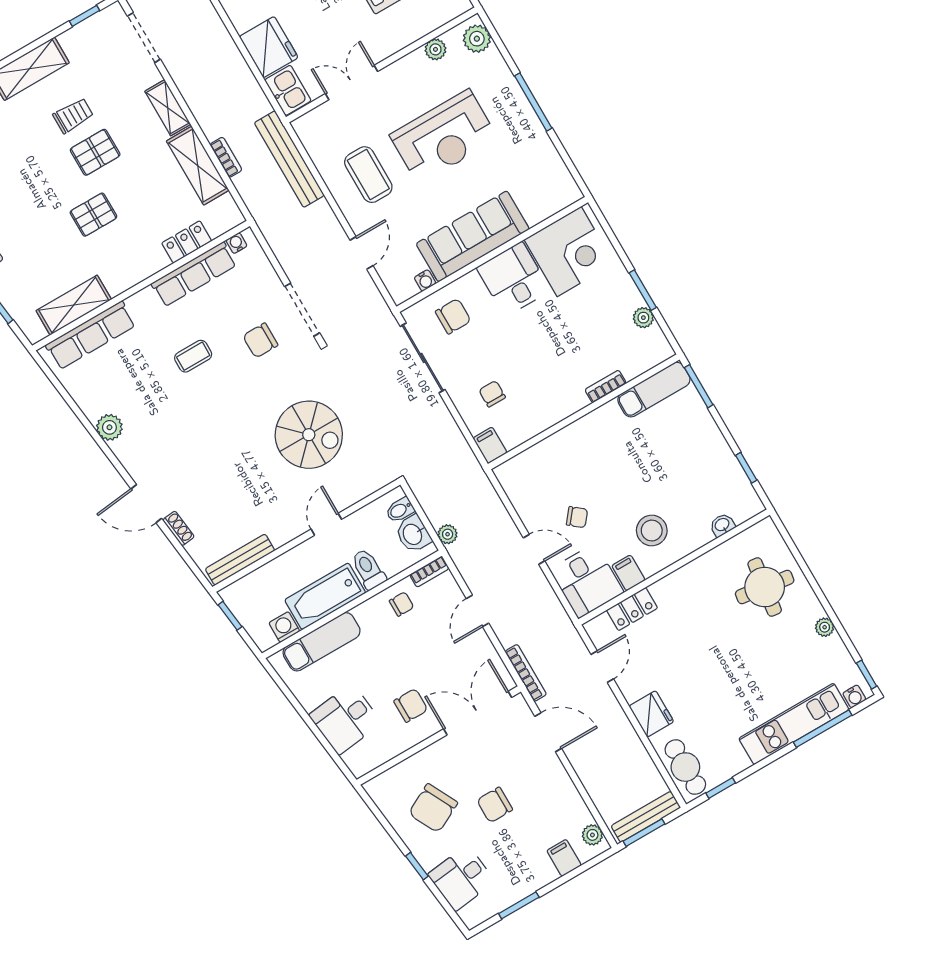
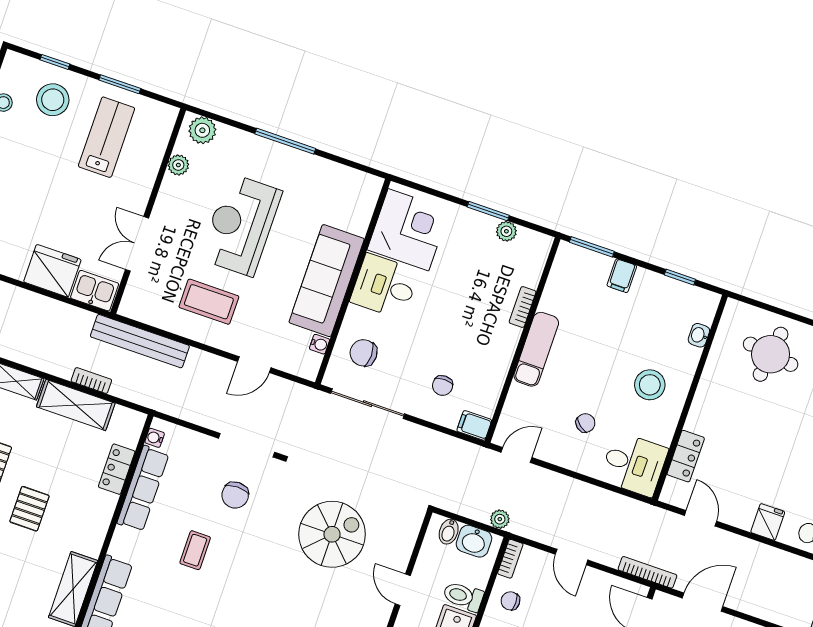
reception desk: (444, 137) -> (241, 225), turned 180
door: (361, 253) -> (254, 365), swing flipped
chair: (453, 316) -> (363, 353), turned -90
exam couch: (654, 390) -> (536, 349), moved
chair: (492, 394) -> (443, 386), turned -90
door: (534, 549) -> (517, 455), moved
filing cabinet: (628, 573) -> (622, 276), moved, turned -90
chair: (402, 604) -> (510, 601), turned -90
fridge: (651, 714) -> (768, 522), width x0.72

